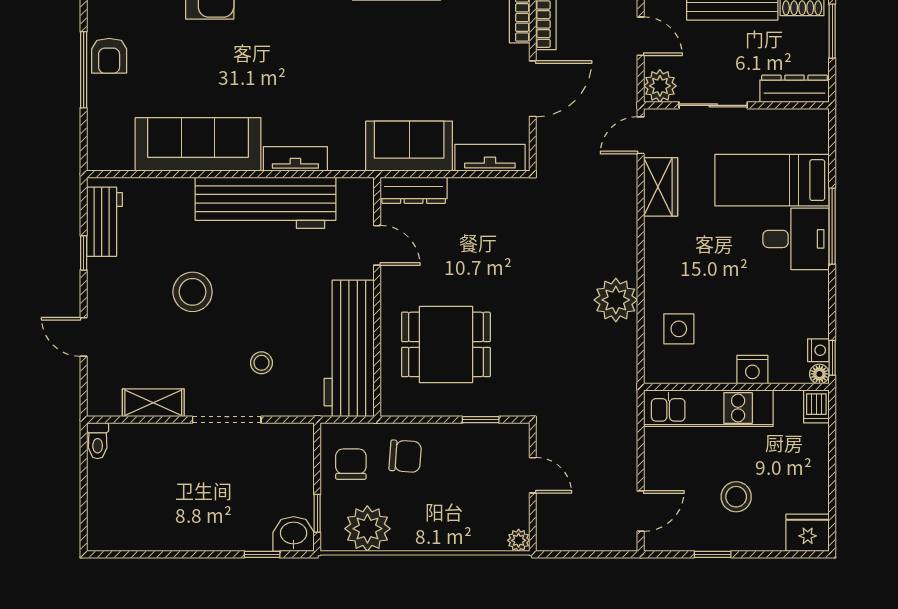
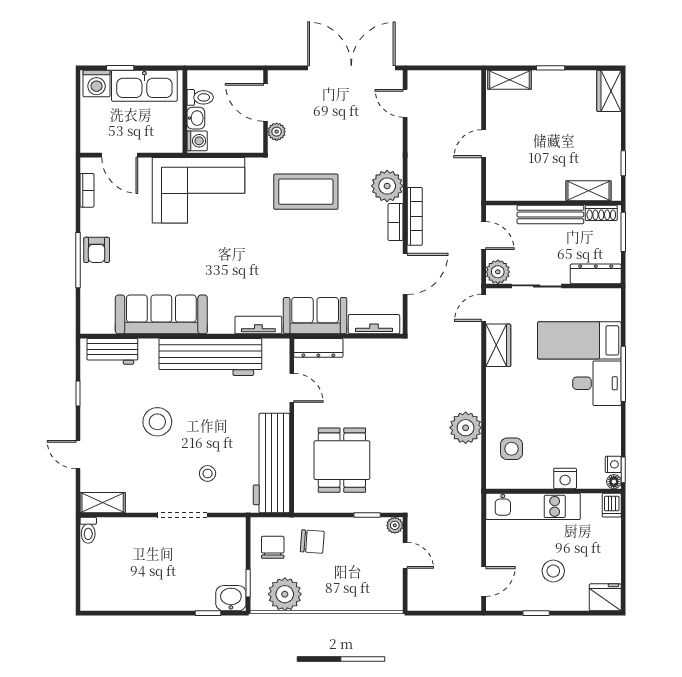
tv unit: (295, 159) -> (258, 325), moved
workbench: (104, 222) -> (112, 351), moved, turned 90
dining table: (446, 344) -> (342, 460), turned 90
shelving: (153, 403) -> (103, 503), moved
plant: (519, 540) -> (395, 525), moved

